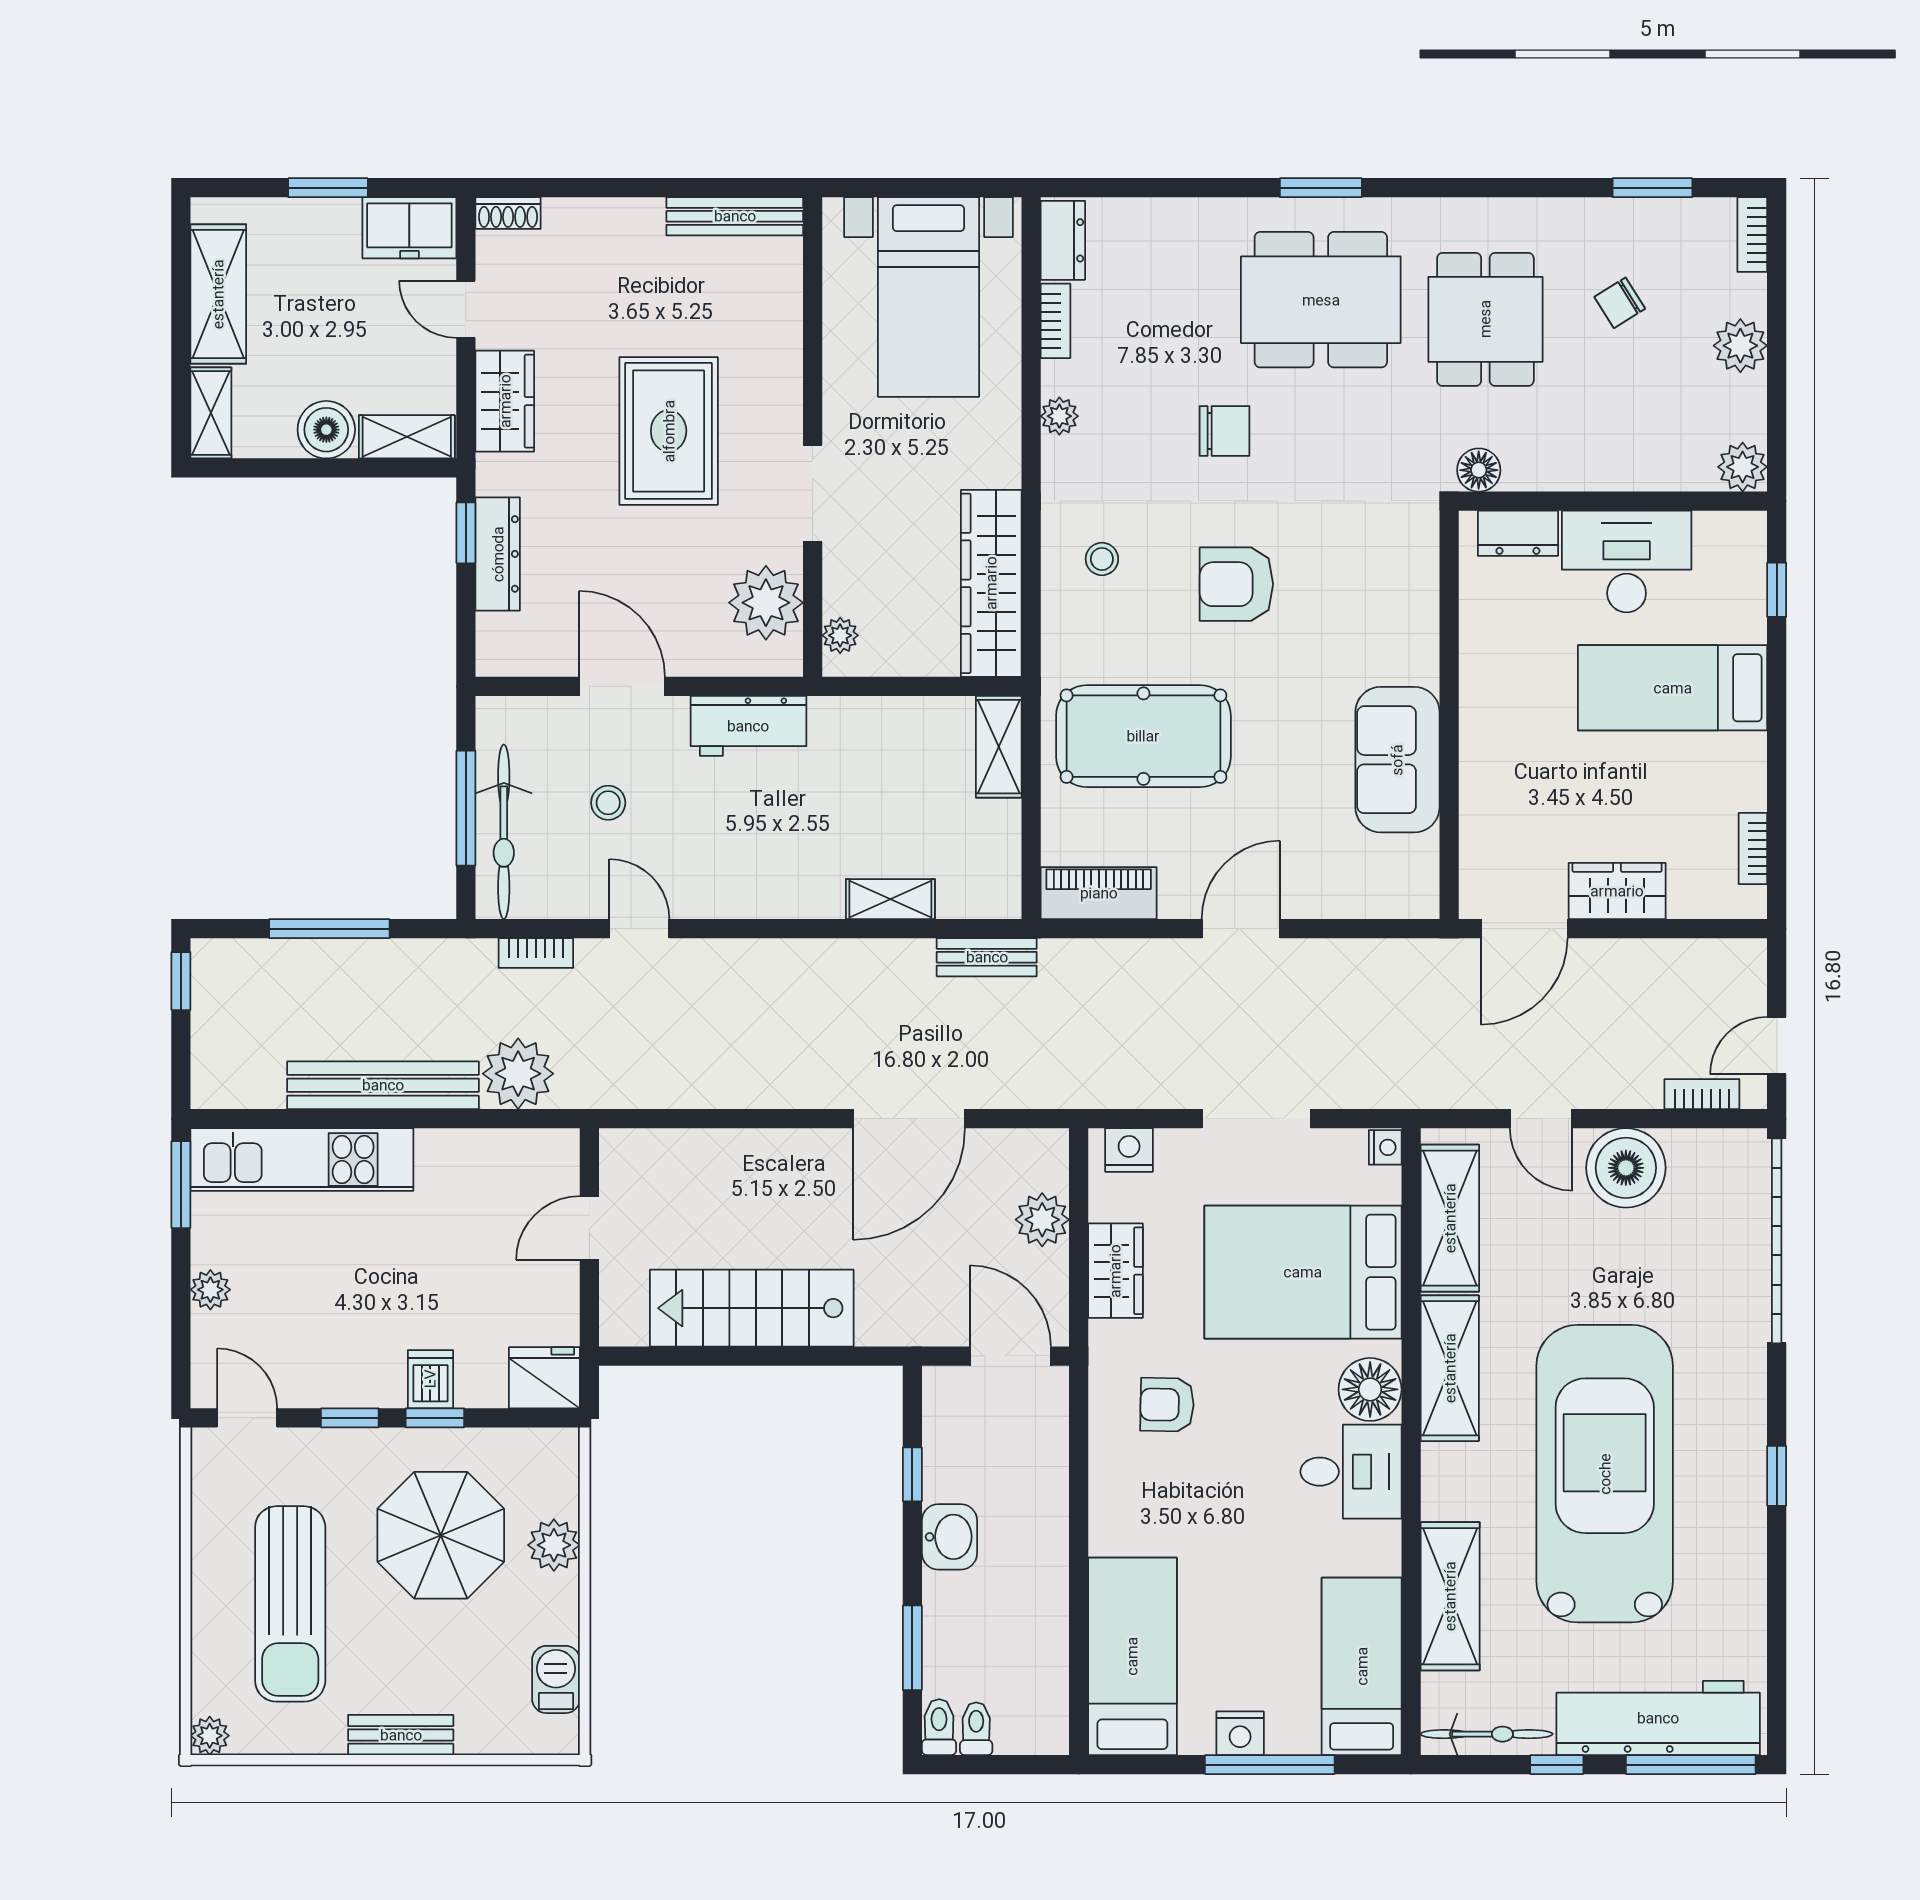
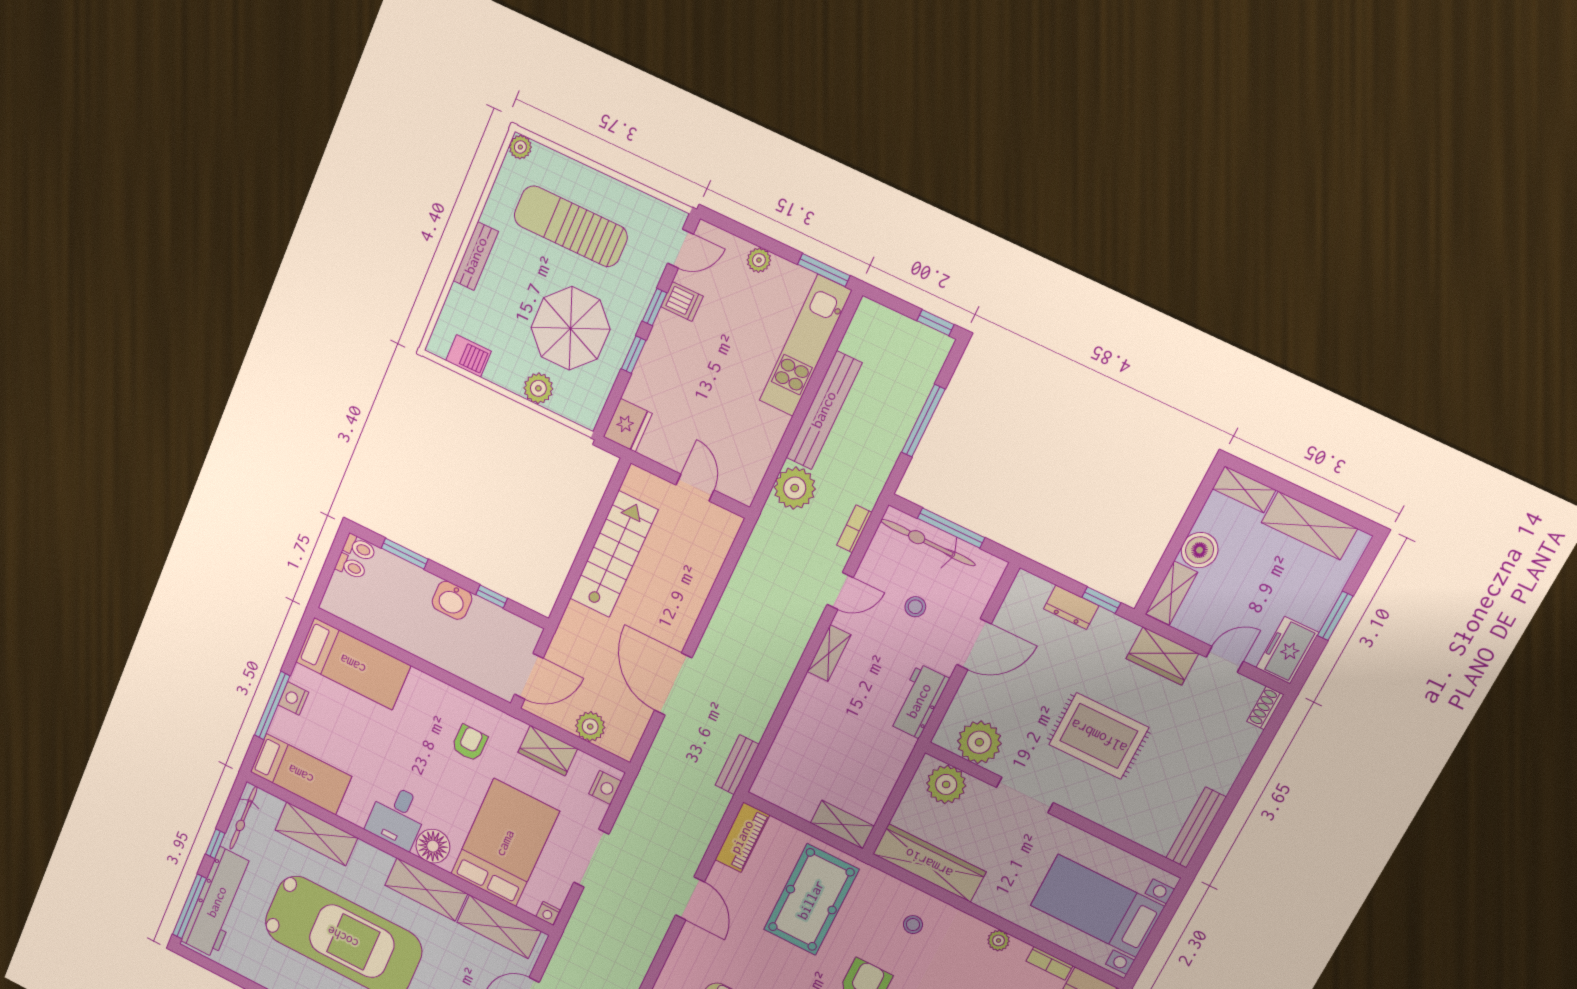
dresser: (498, 554) -> (1071, 607), width x0.70
plant: (840, 635) -> (946, 784), width x1.87, depth x1.87
shelving: (890, 899) -> (829, 653), moved
dishwasher: (430, 1379) -> (682, 301), moved

